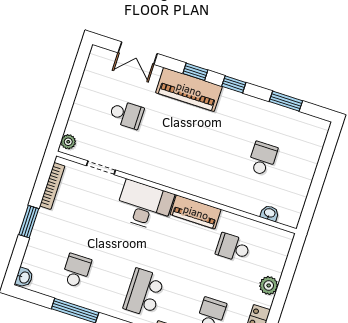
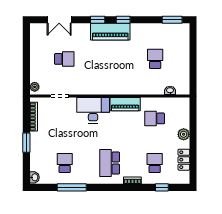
piano: (189, 89) -> (110, 32), moved
window: (286, 101) -> (172, 20), moved

